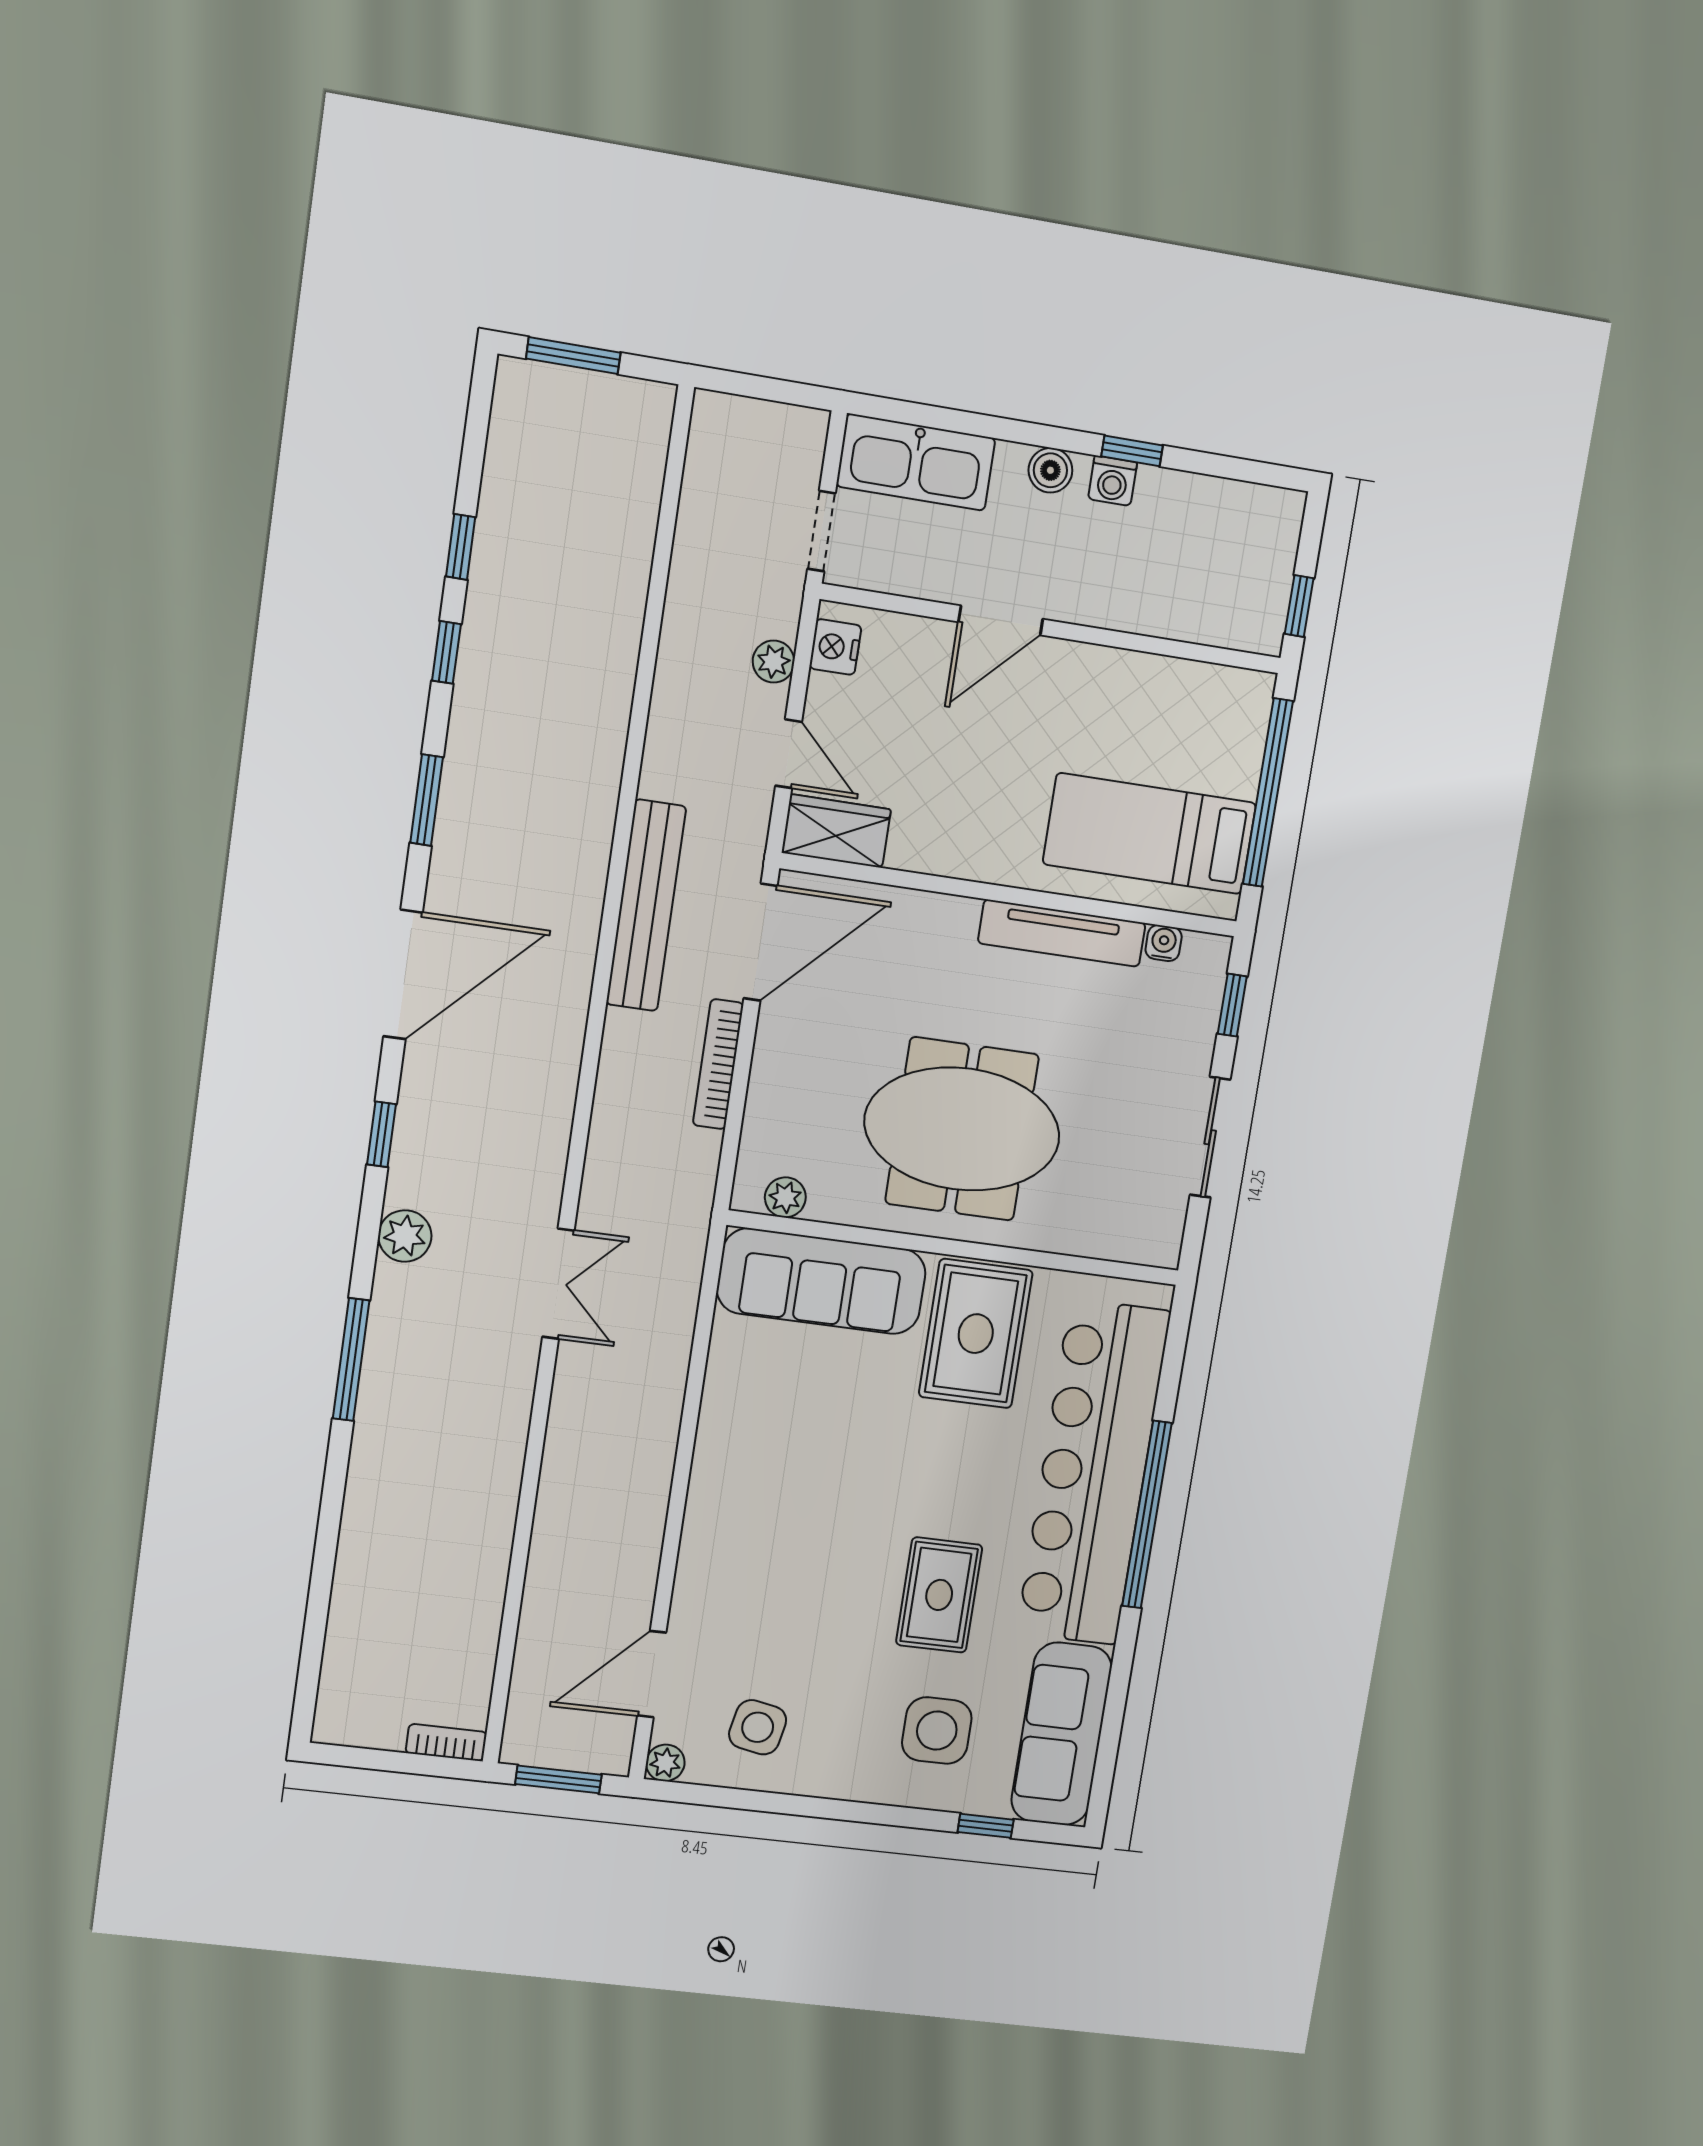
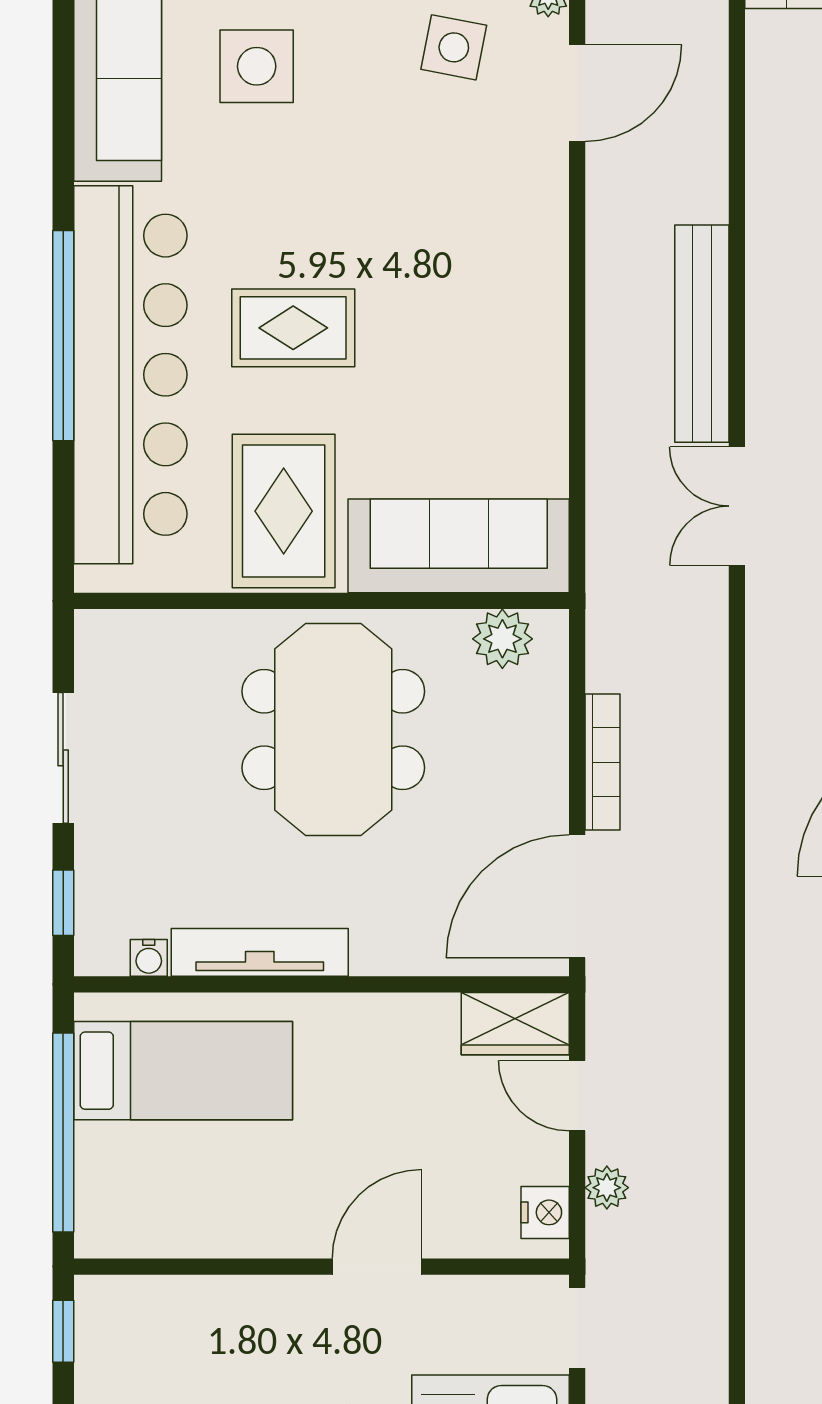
bench: (646, 905) -> (702, 334), moved
meeting table: (962, 1129) -> (333, 729), turned 90
plant: (785, 1197) -> (502, 639), width x1.38, depth x1.38
rug: (939, 1595) -> (293, 328), moved, turned 90

